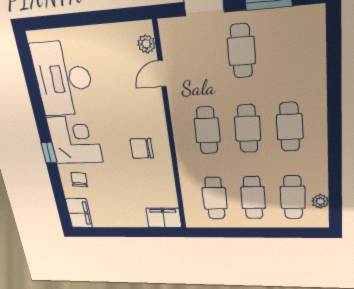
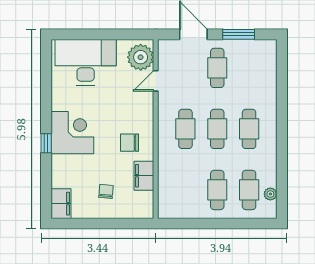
plant: (146, 44) -> (141, 57), width x1.87, depth x1.87
desk: (63, 79) -> (86, 62), moved, turned 90
chair: (79, 180) -> (106, 191), moved
cafe table: (215, 198) -> (185, 190), removed
filing cabinet: (164, 218) -> (144, 176), moved, turned -90

